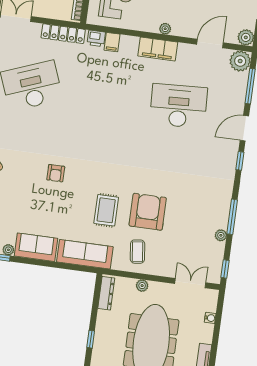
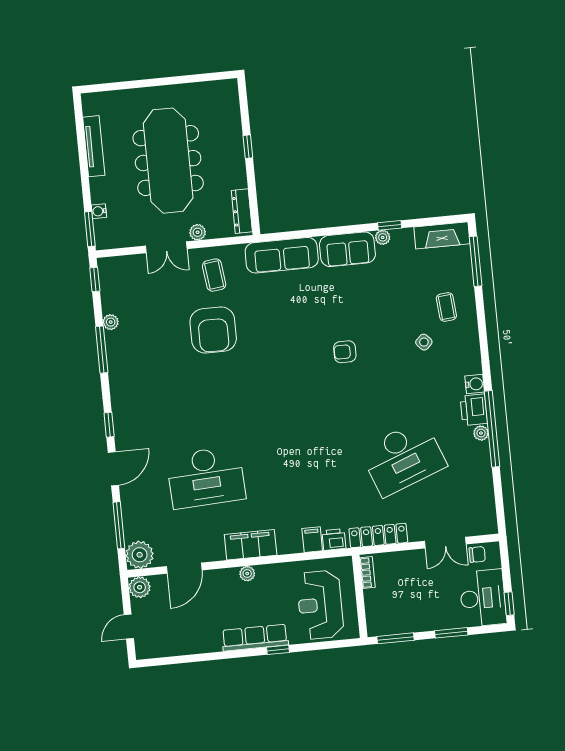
armchair: (56, 173) -> (345, 352), turned -90
rug: (106, 210) -> (268, 319), removed
double door: (190, 283) -> (166, 247), moved
window: (220, 307) -> (90, 229), added

